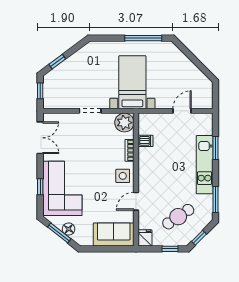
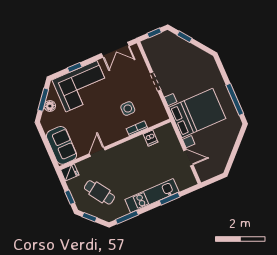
bed with nightstands: (132, 82) -> (197, 113), width x1.36
plant: (124, 123) -> (158, 114), removed
side table: (123, 176) -> (128, 109), moved
door: (136, 201) -> (97, 152), hinge flipped

